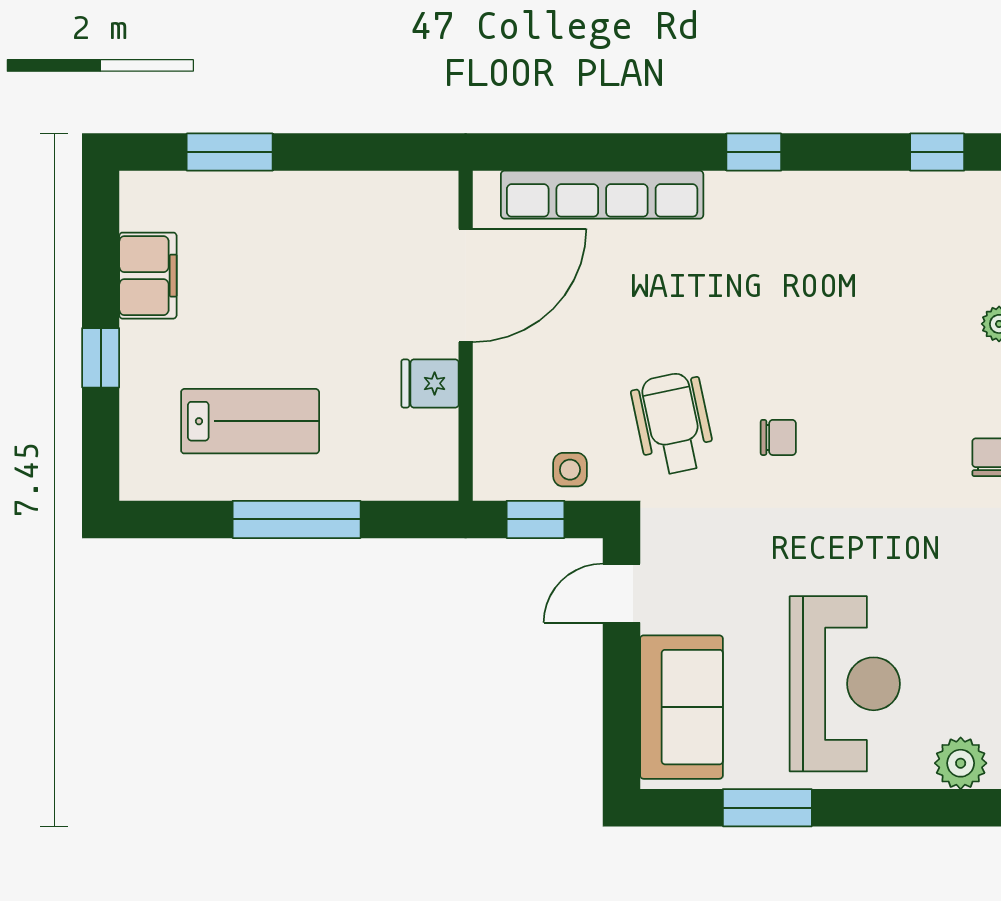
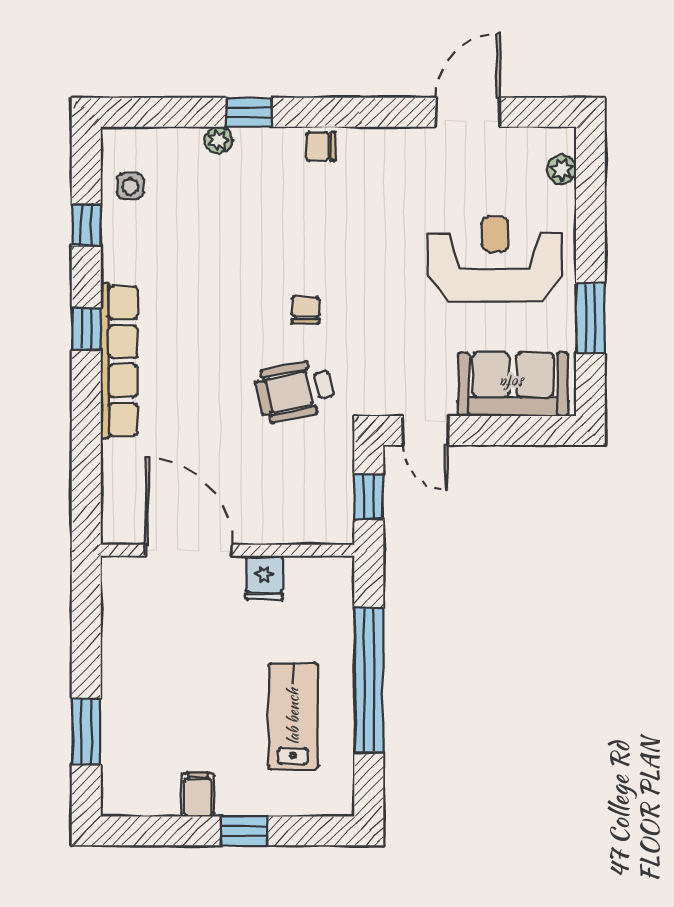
window: (937, 152) -> (86, 225), moved
row of seats: (602, 195) -> (119, 361), moved
filing cabinet: (148, 276) -> (198, 795), width x0.50
side table: (570, 470) -> (130, 186), moved
window: (297, 519) -> (369, 680), width x1.46
plant: (961, 763) -> (562, 170), width x0.73, depth x0.73

